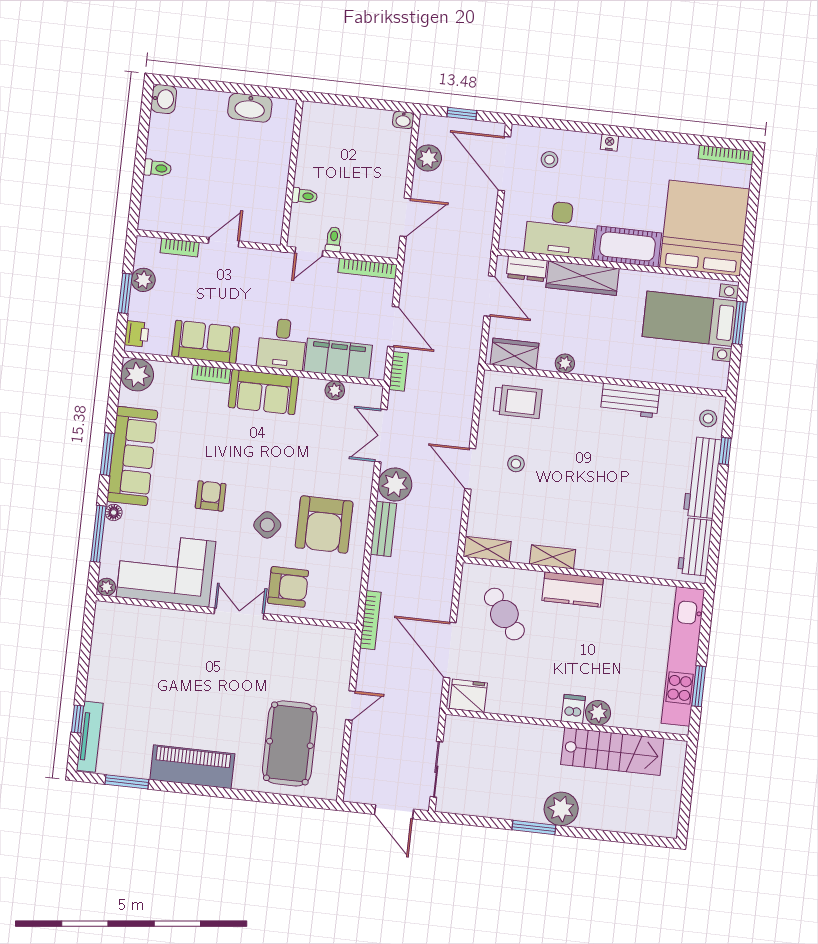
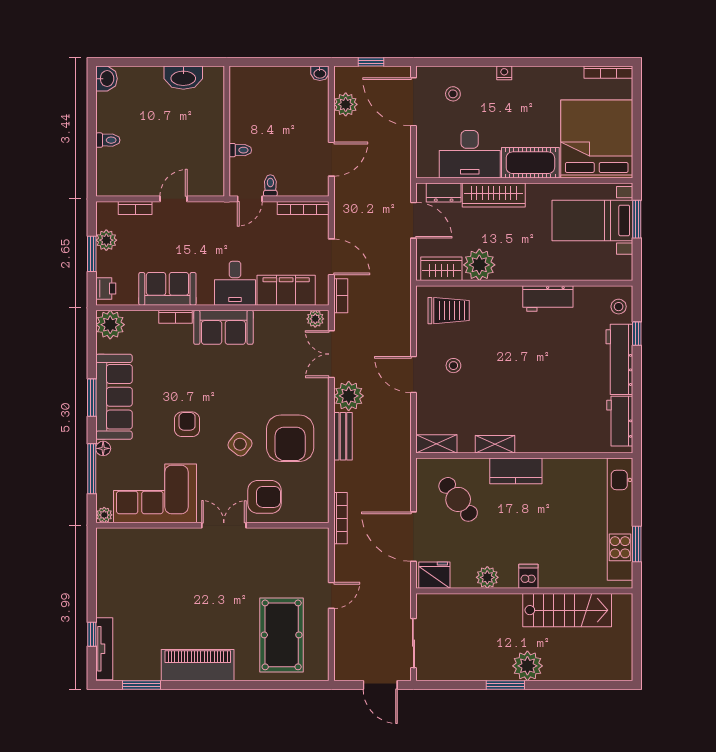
plant: (565, 363) -> (479, 265), width x1.87, depth x1.87
plant: (335, 390) -> (315, 319), moved
plant: (598, 713) -> (487, 577), moved

